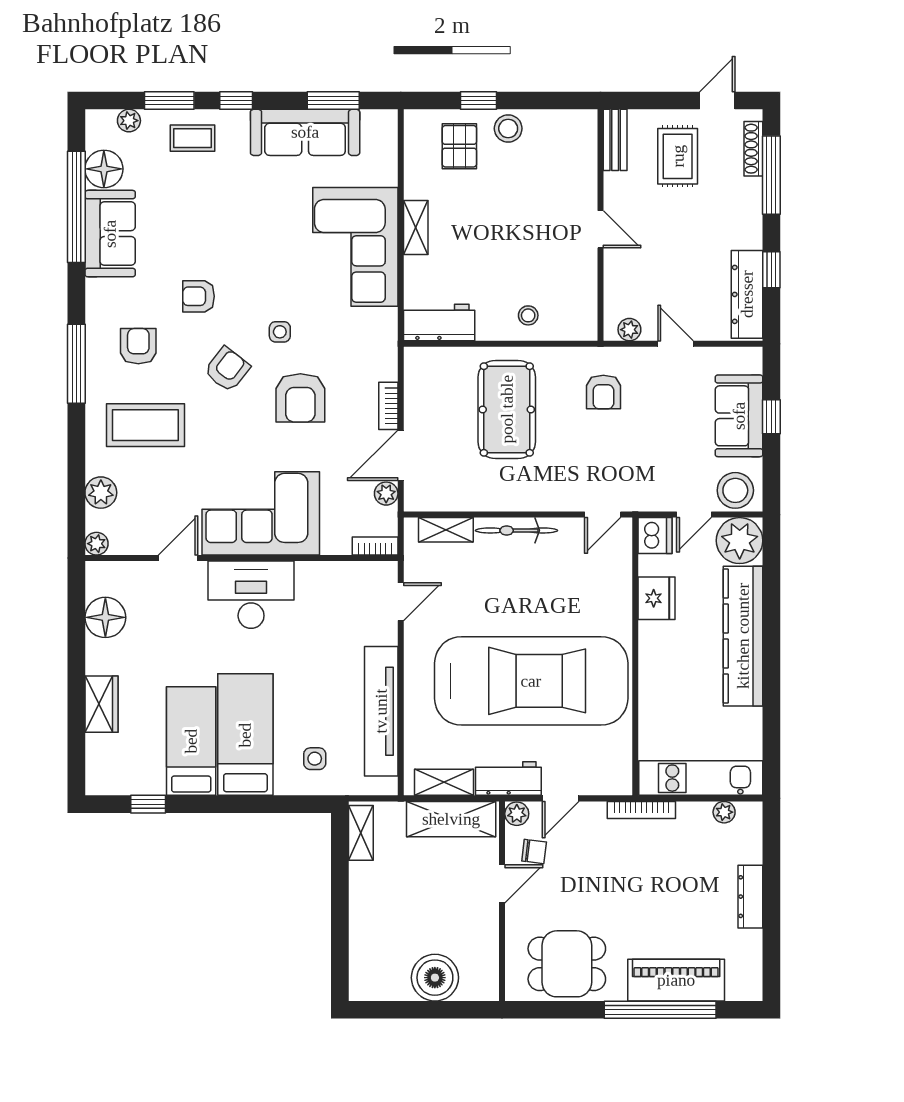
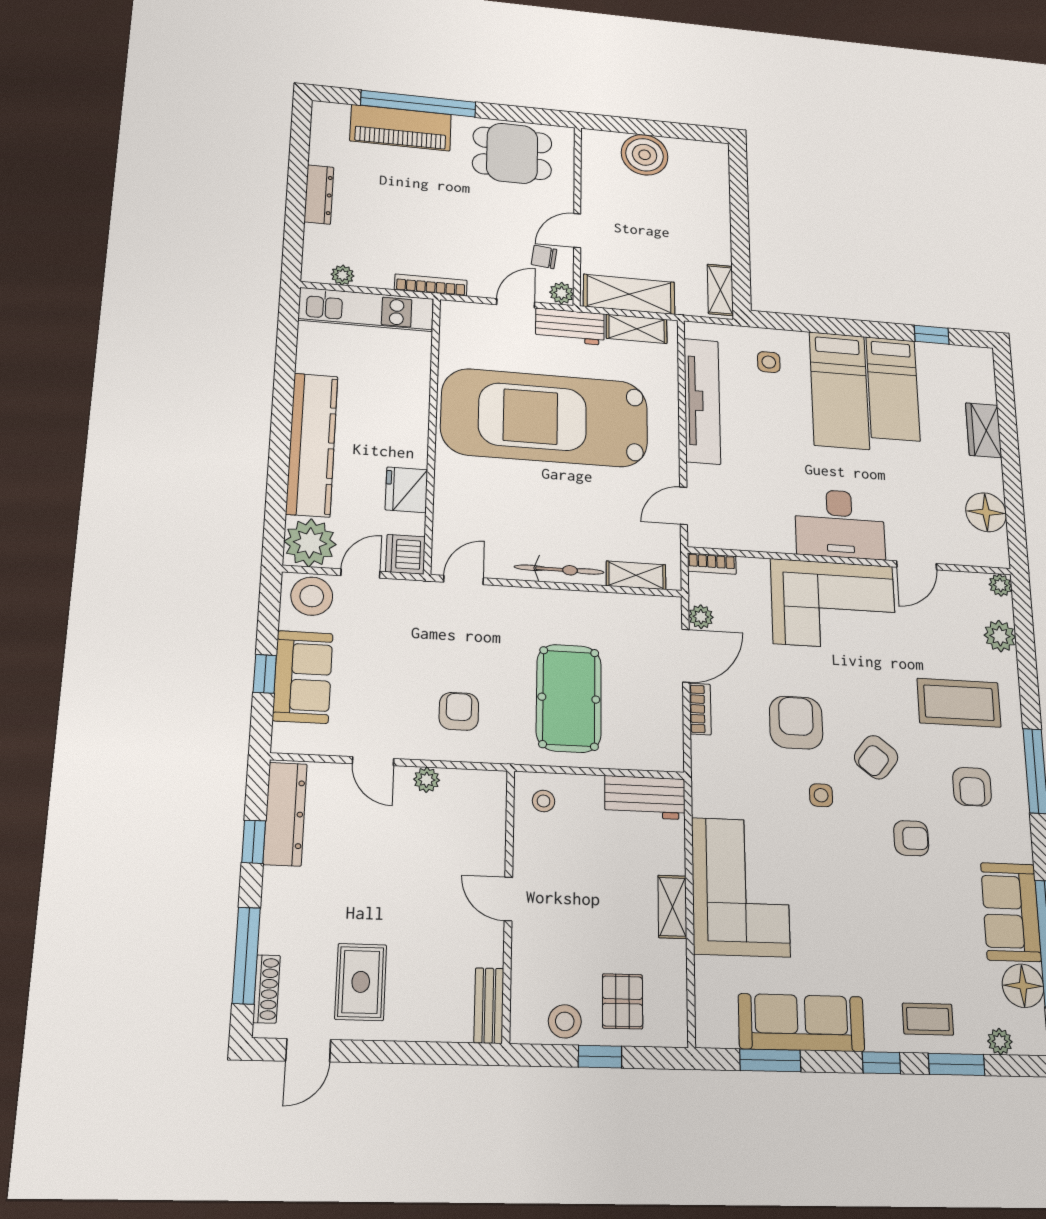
bench: (615, 140) -> (489, 1005), moved
wall: (600, 225) -> (508, 904), moved
door: (600, 229) -> (508, 899), moved

